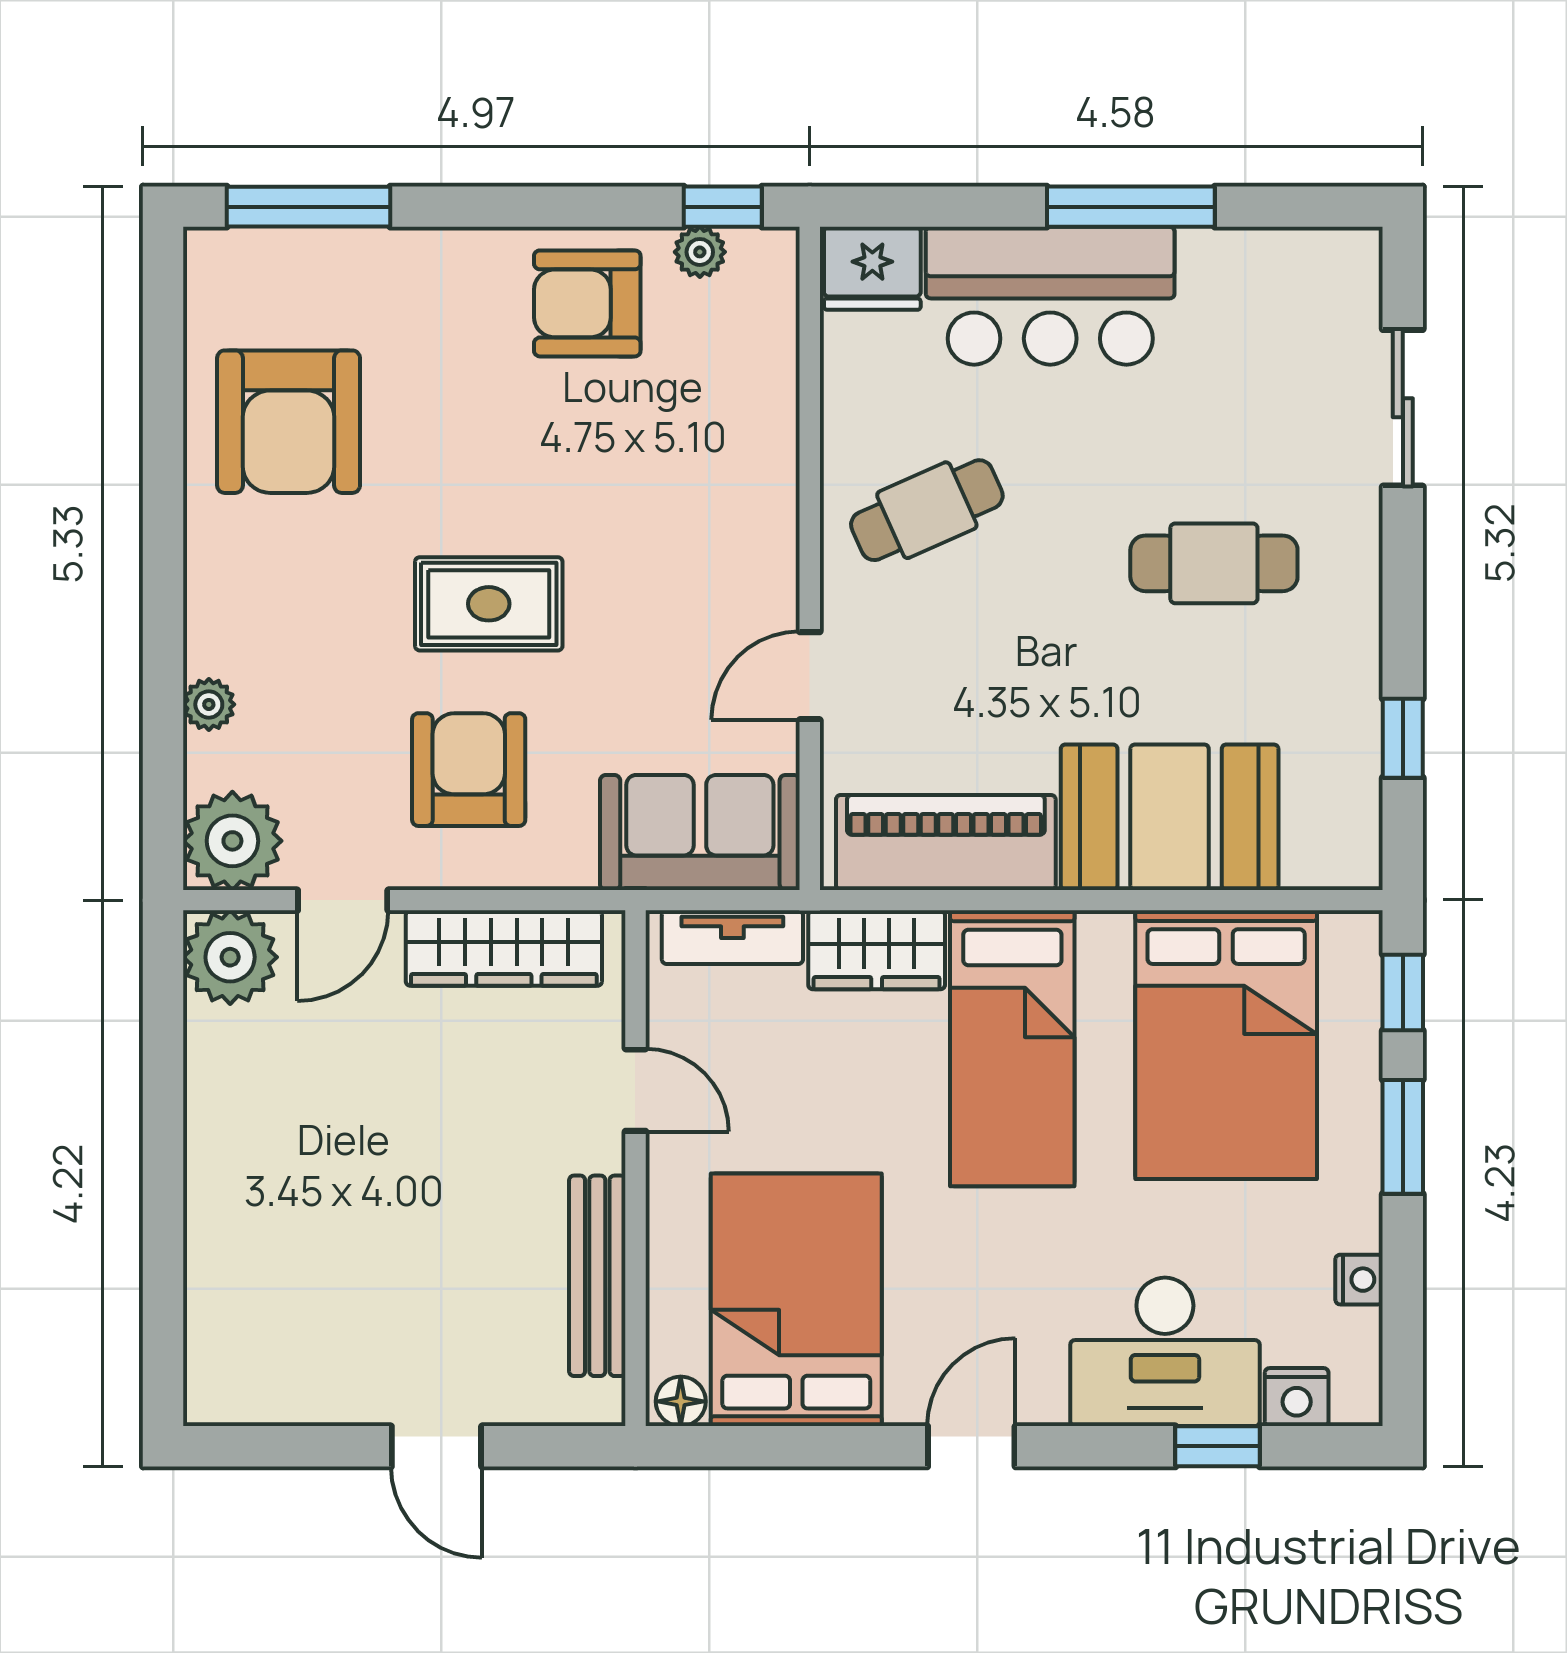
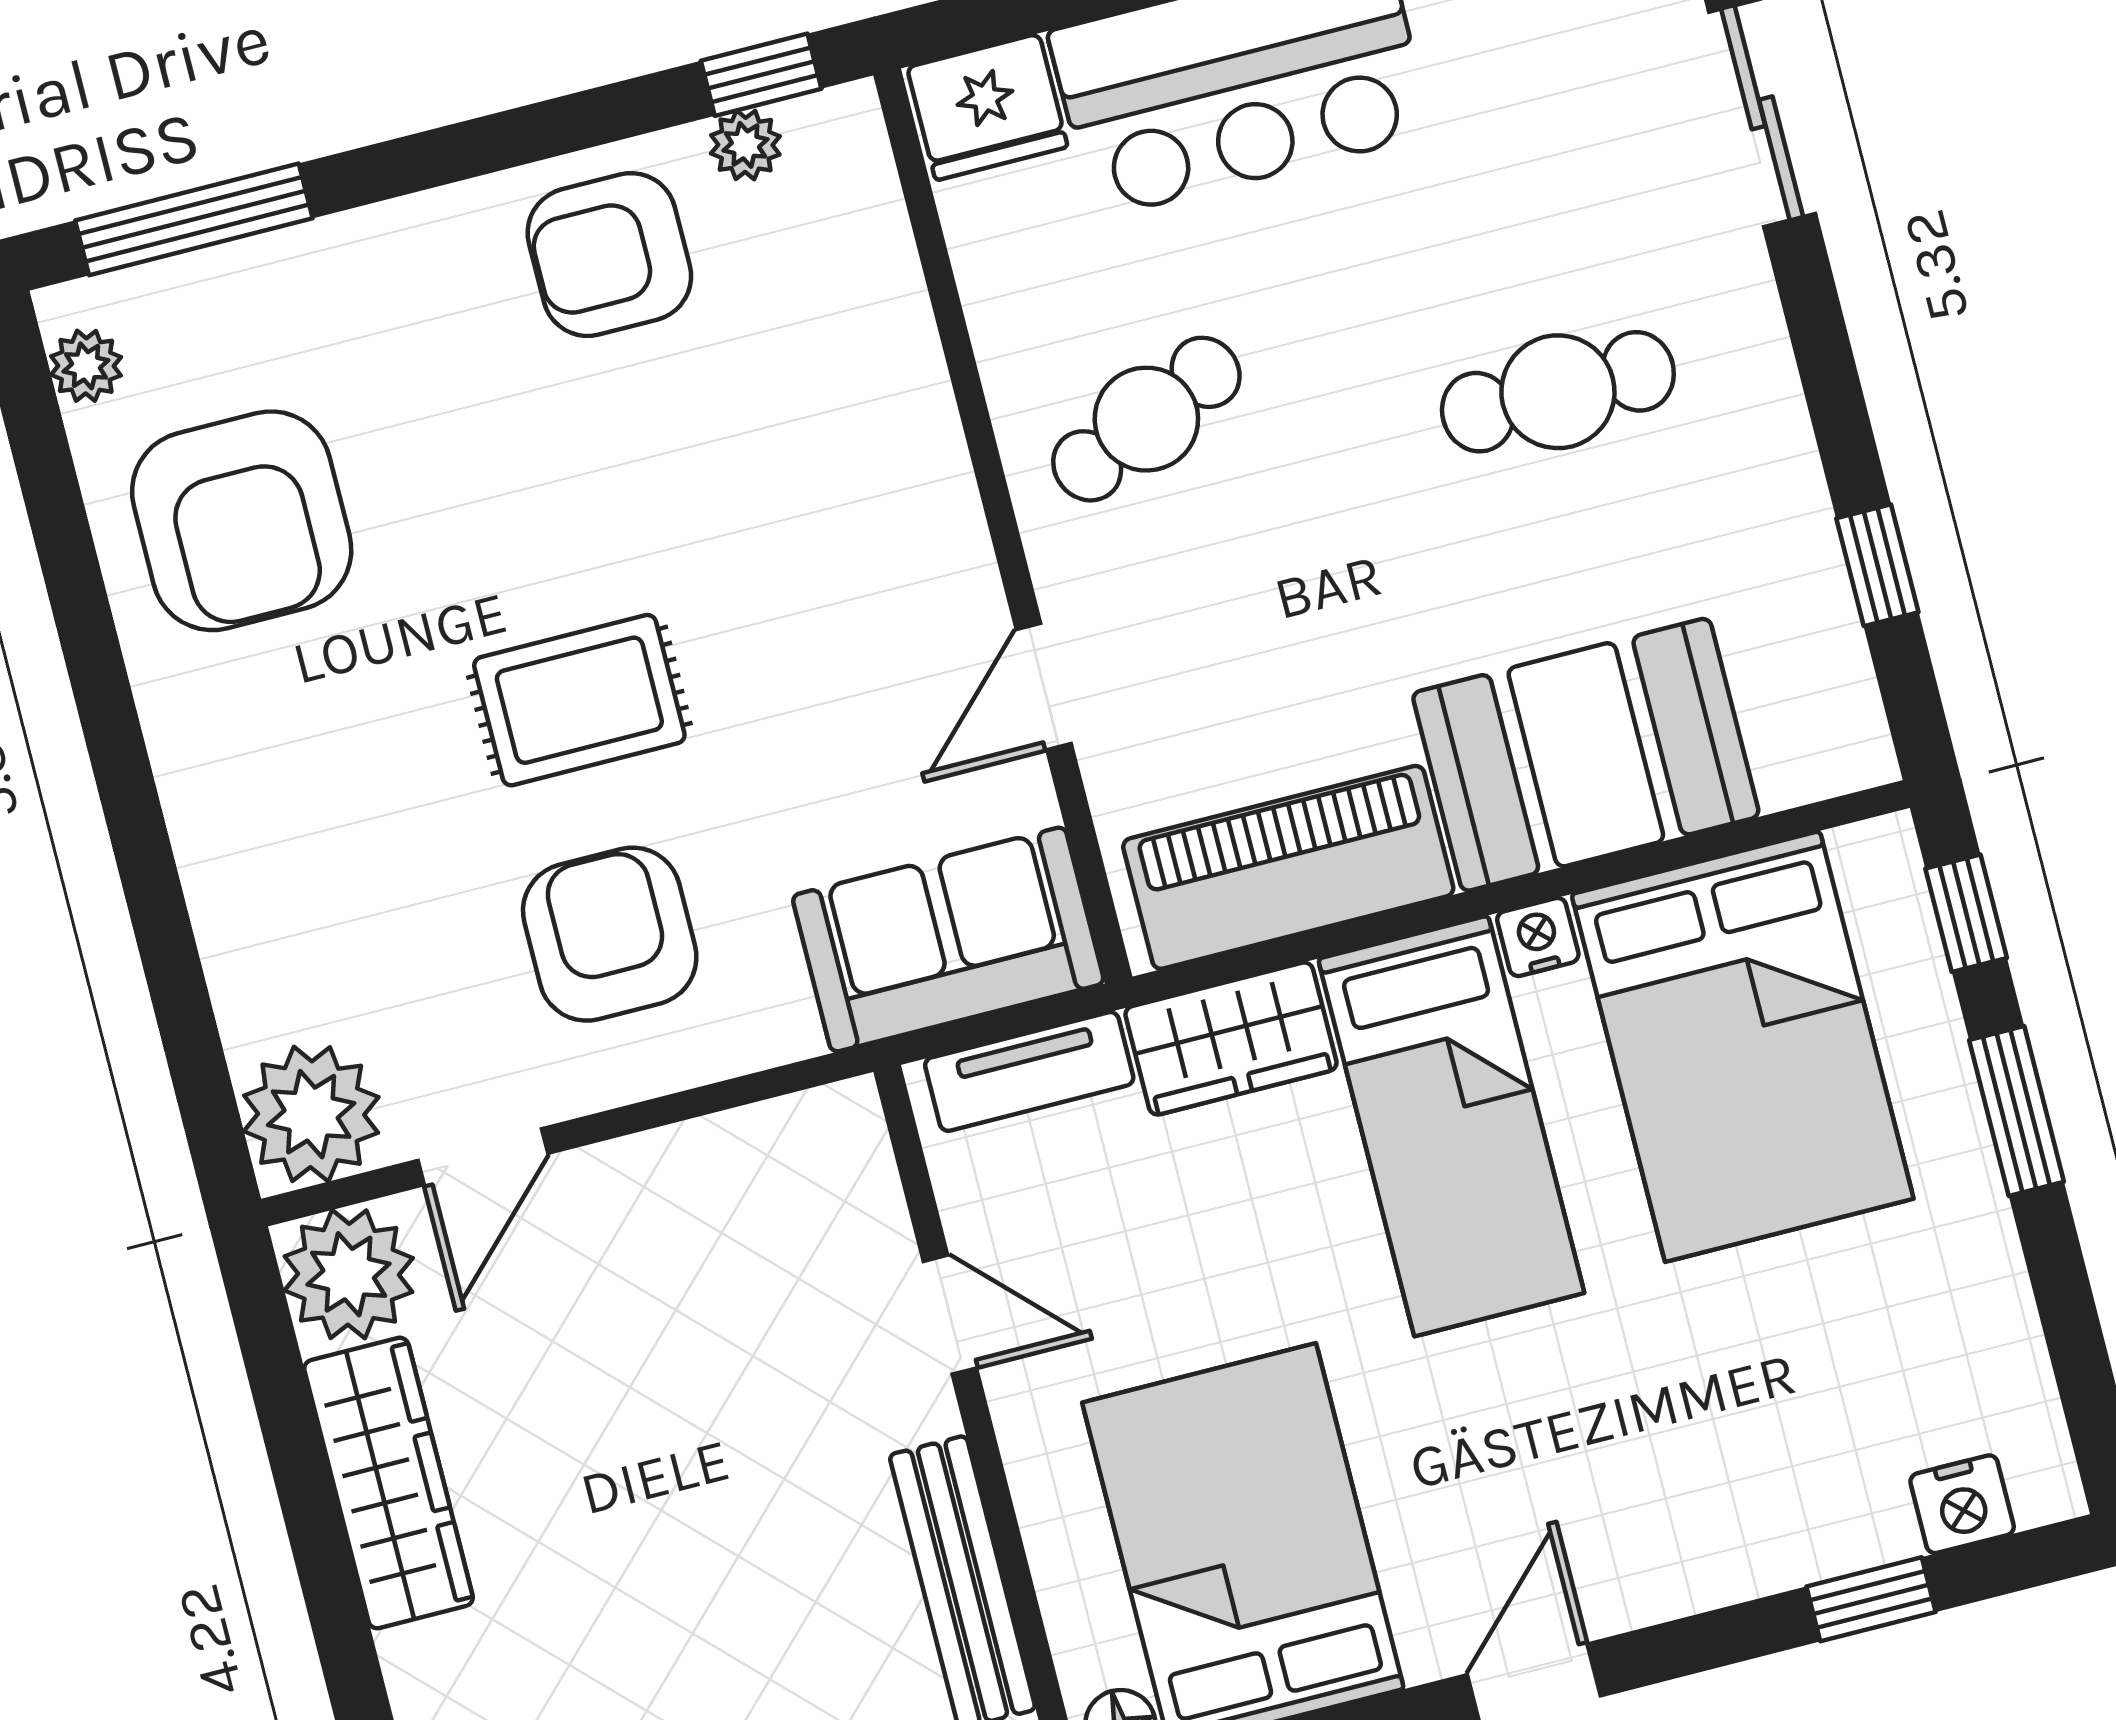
plant: (209, 704) -> (86, 366), moved
wardrobe: (504, 948) -> (389, 1483), moved, turned -90
nightstand: (1359, 1280) -> (1538, 937), moved, turned -90
desk: (1165, 1352) -> (1766, 1488), removed

